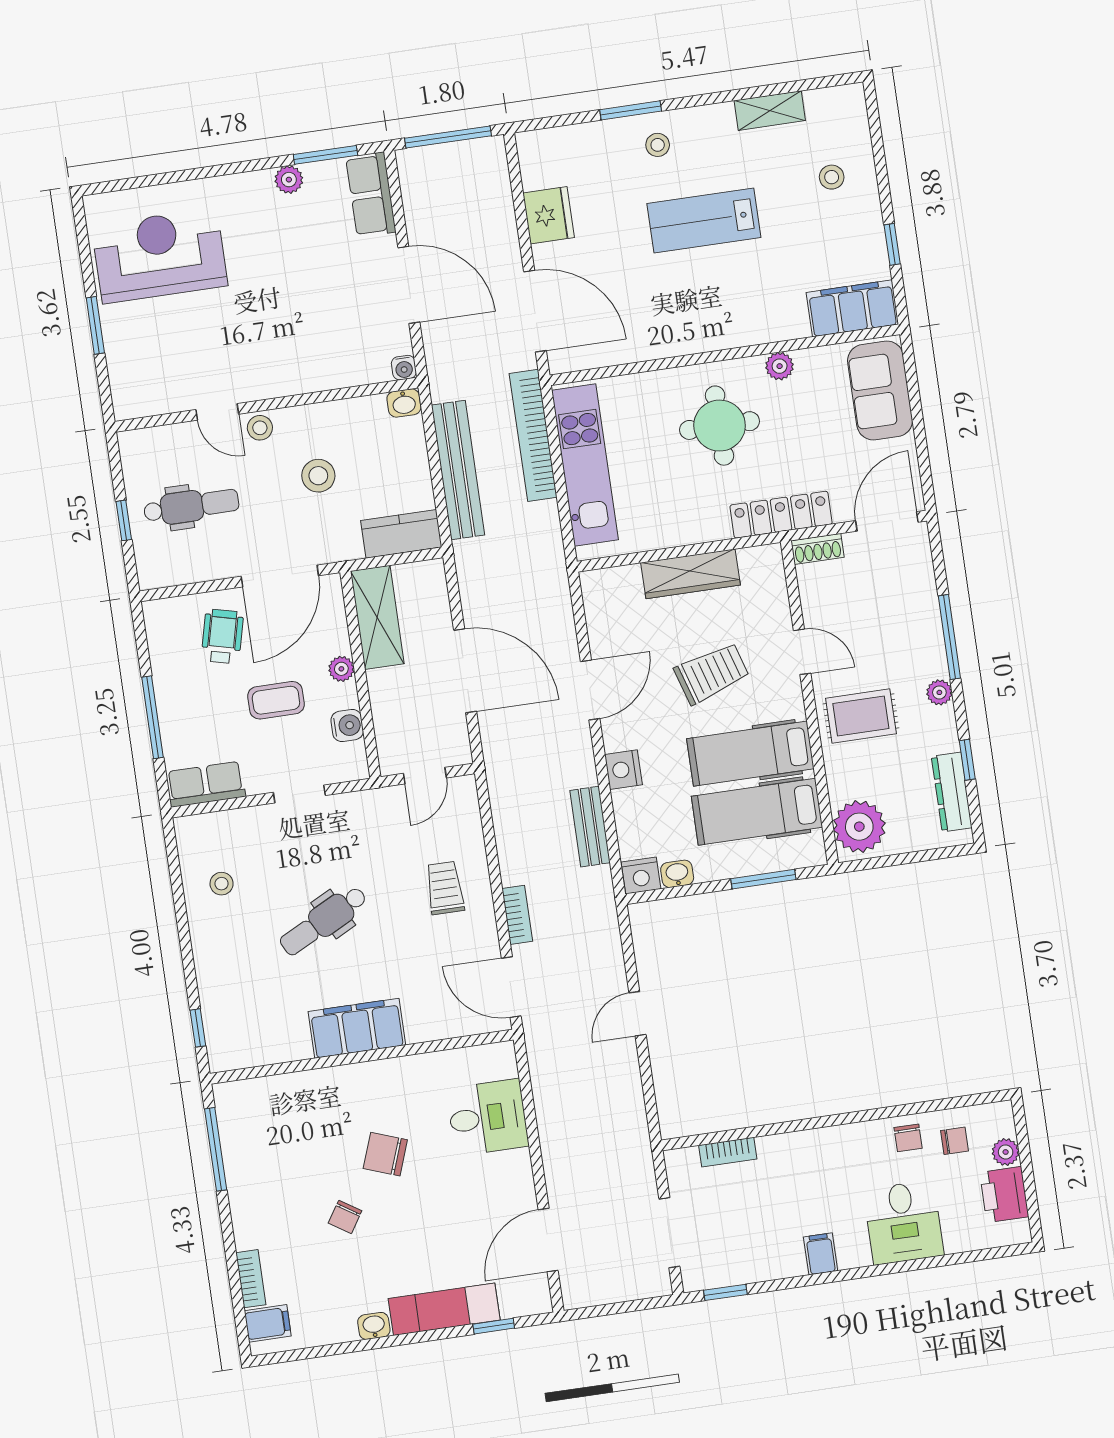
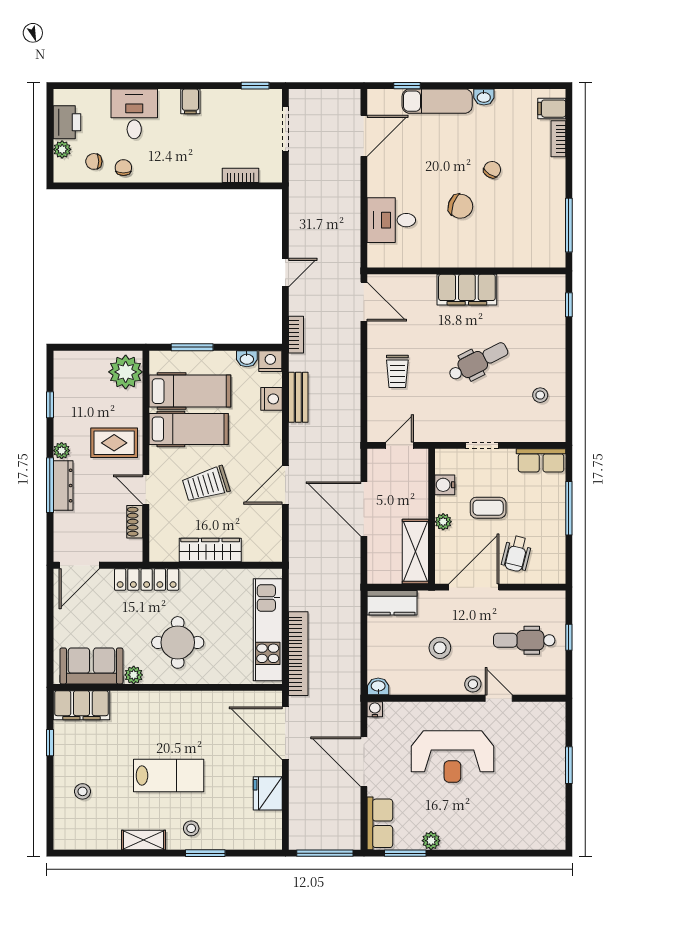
shelving: (770, 111) -> (143, 840), moved
reception desk: (160, 256) -> (452, 756), moved
sofa: (880, 390) -> (91, 666), moved, turned -90
bench: (458, 470) -> (350, 638), removed
shoe rack: (818, 549) -> (135, 522), moved, turned -90
nightstand: (623, 770) -> (272, 399), moved
dresser: (952, 792) -> (63, 486), moved
bookcase: (517, 915) -> (296, 335), moved, turned 180

